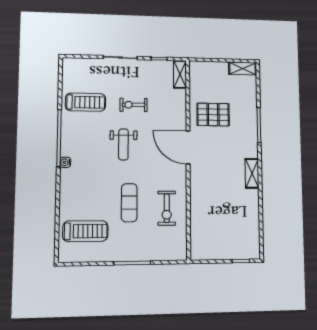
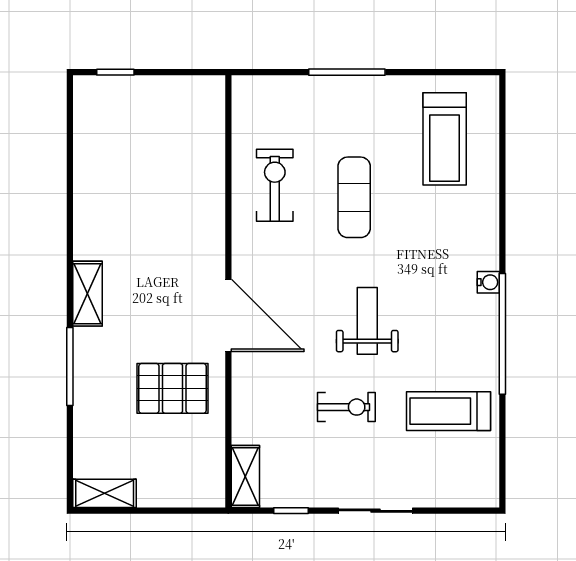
shelving: (252, 173) -> (88, 294), moved
treadmill: (85, 231) -> (445, 139), turned -90

